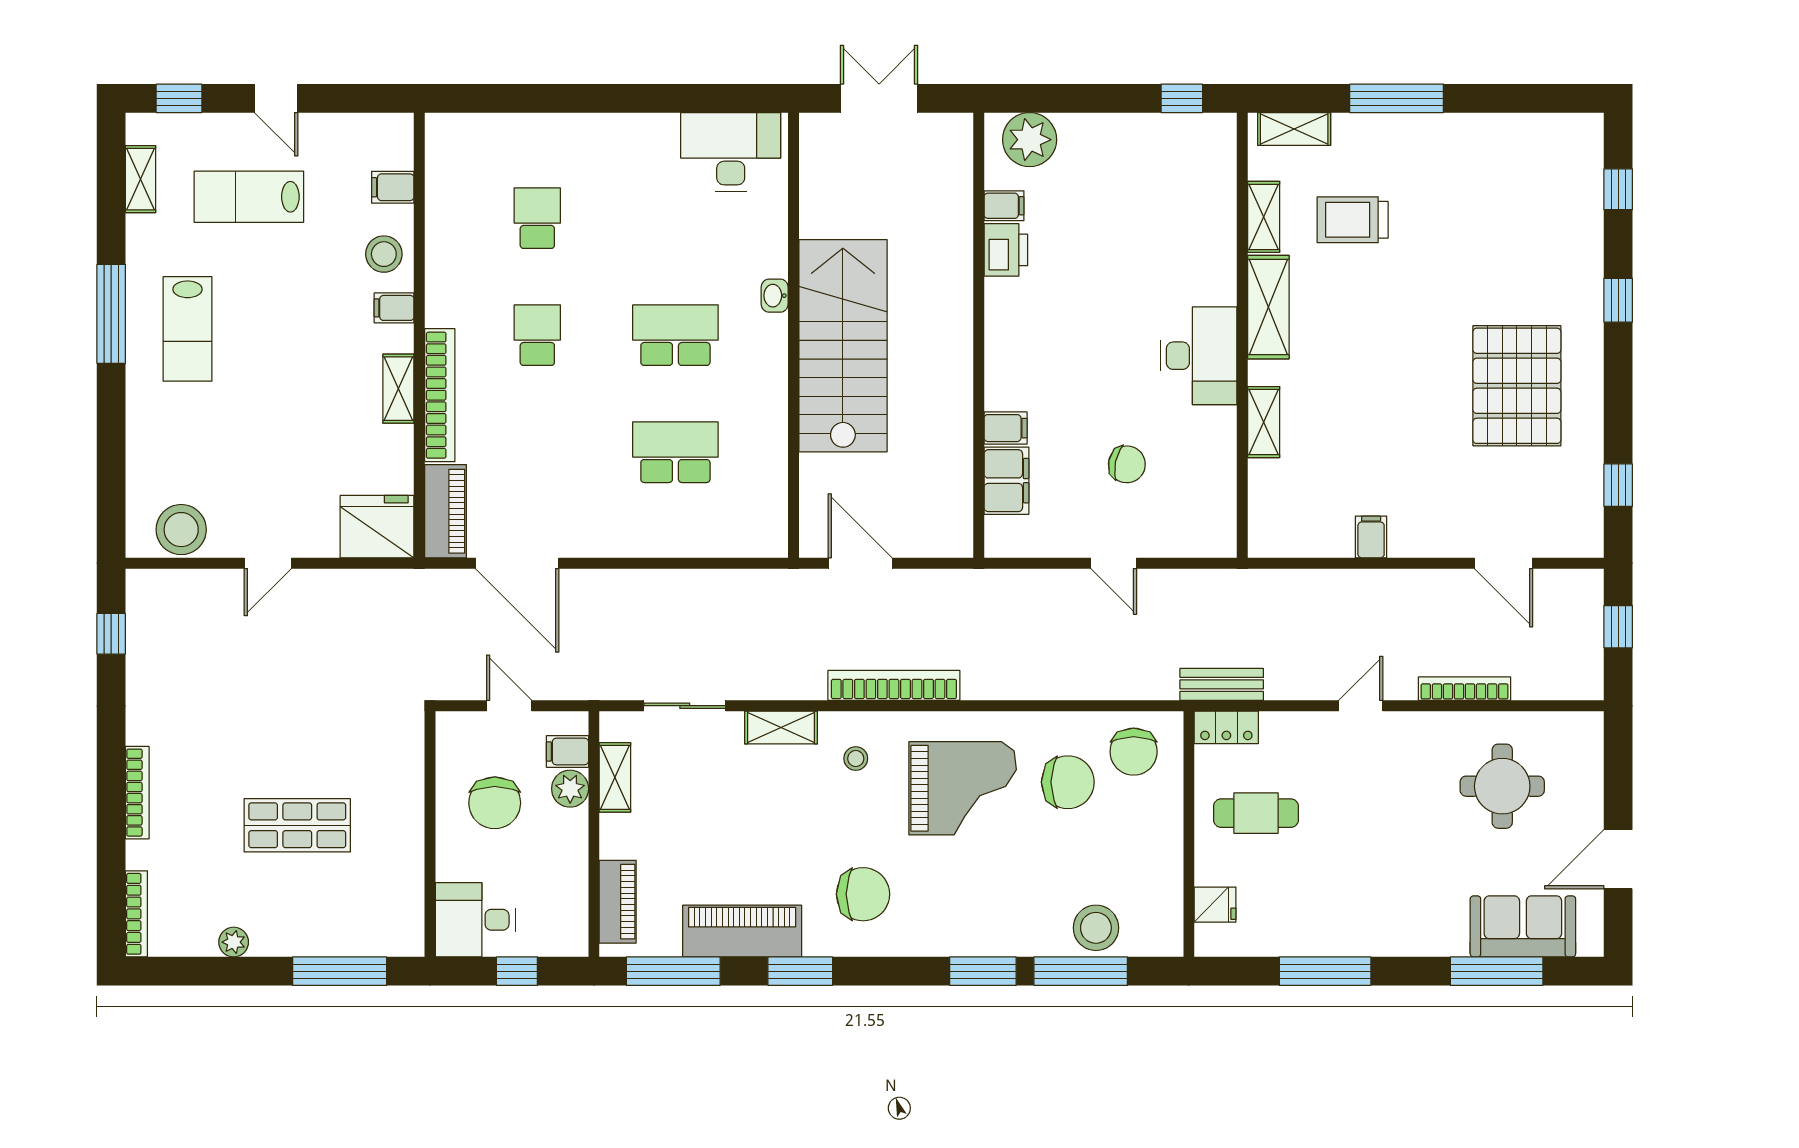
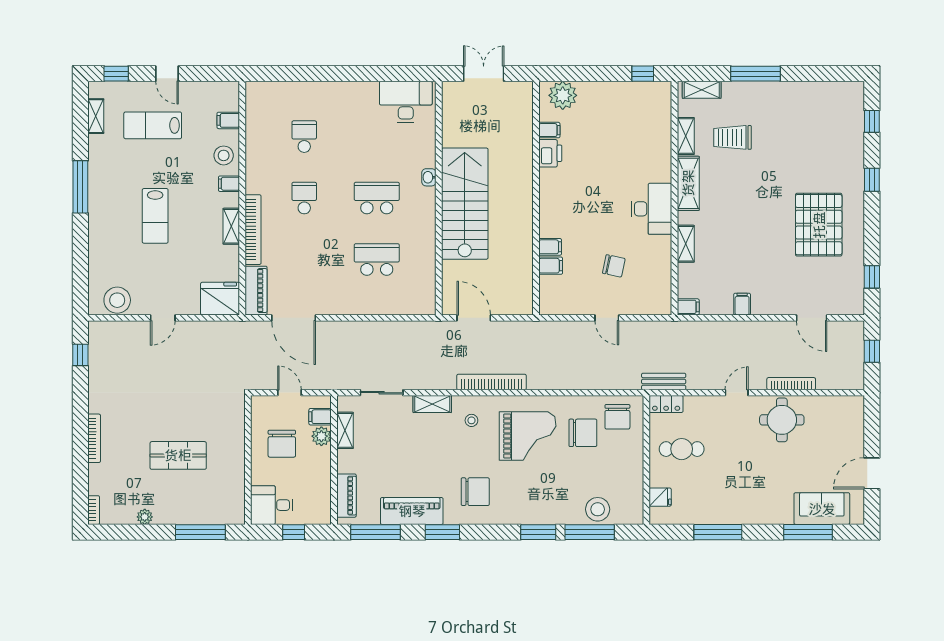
lab bench: (187, 329) -> (155, 216), moved
filing cabinet: (1006, 481) -> (551, 266), width x0.50
filing cabinet: (1268, 542) -> (688, 307), added
round table: (1502, 786) -> (782, 420), moved
bookcase: (136, 914) -> (94, 510), width x0.64

